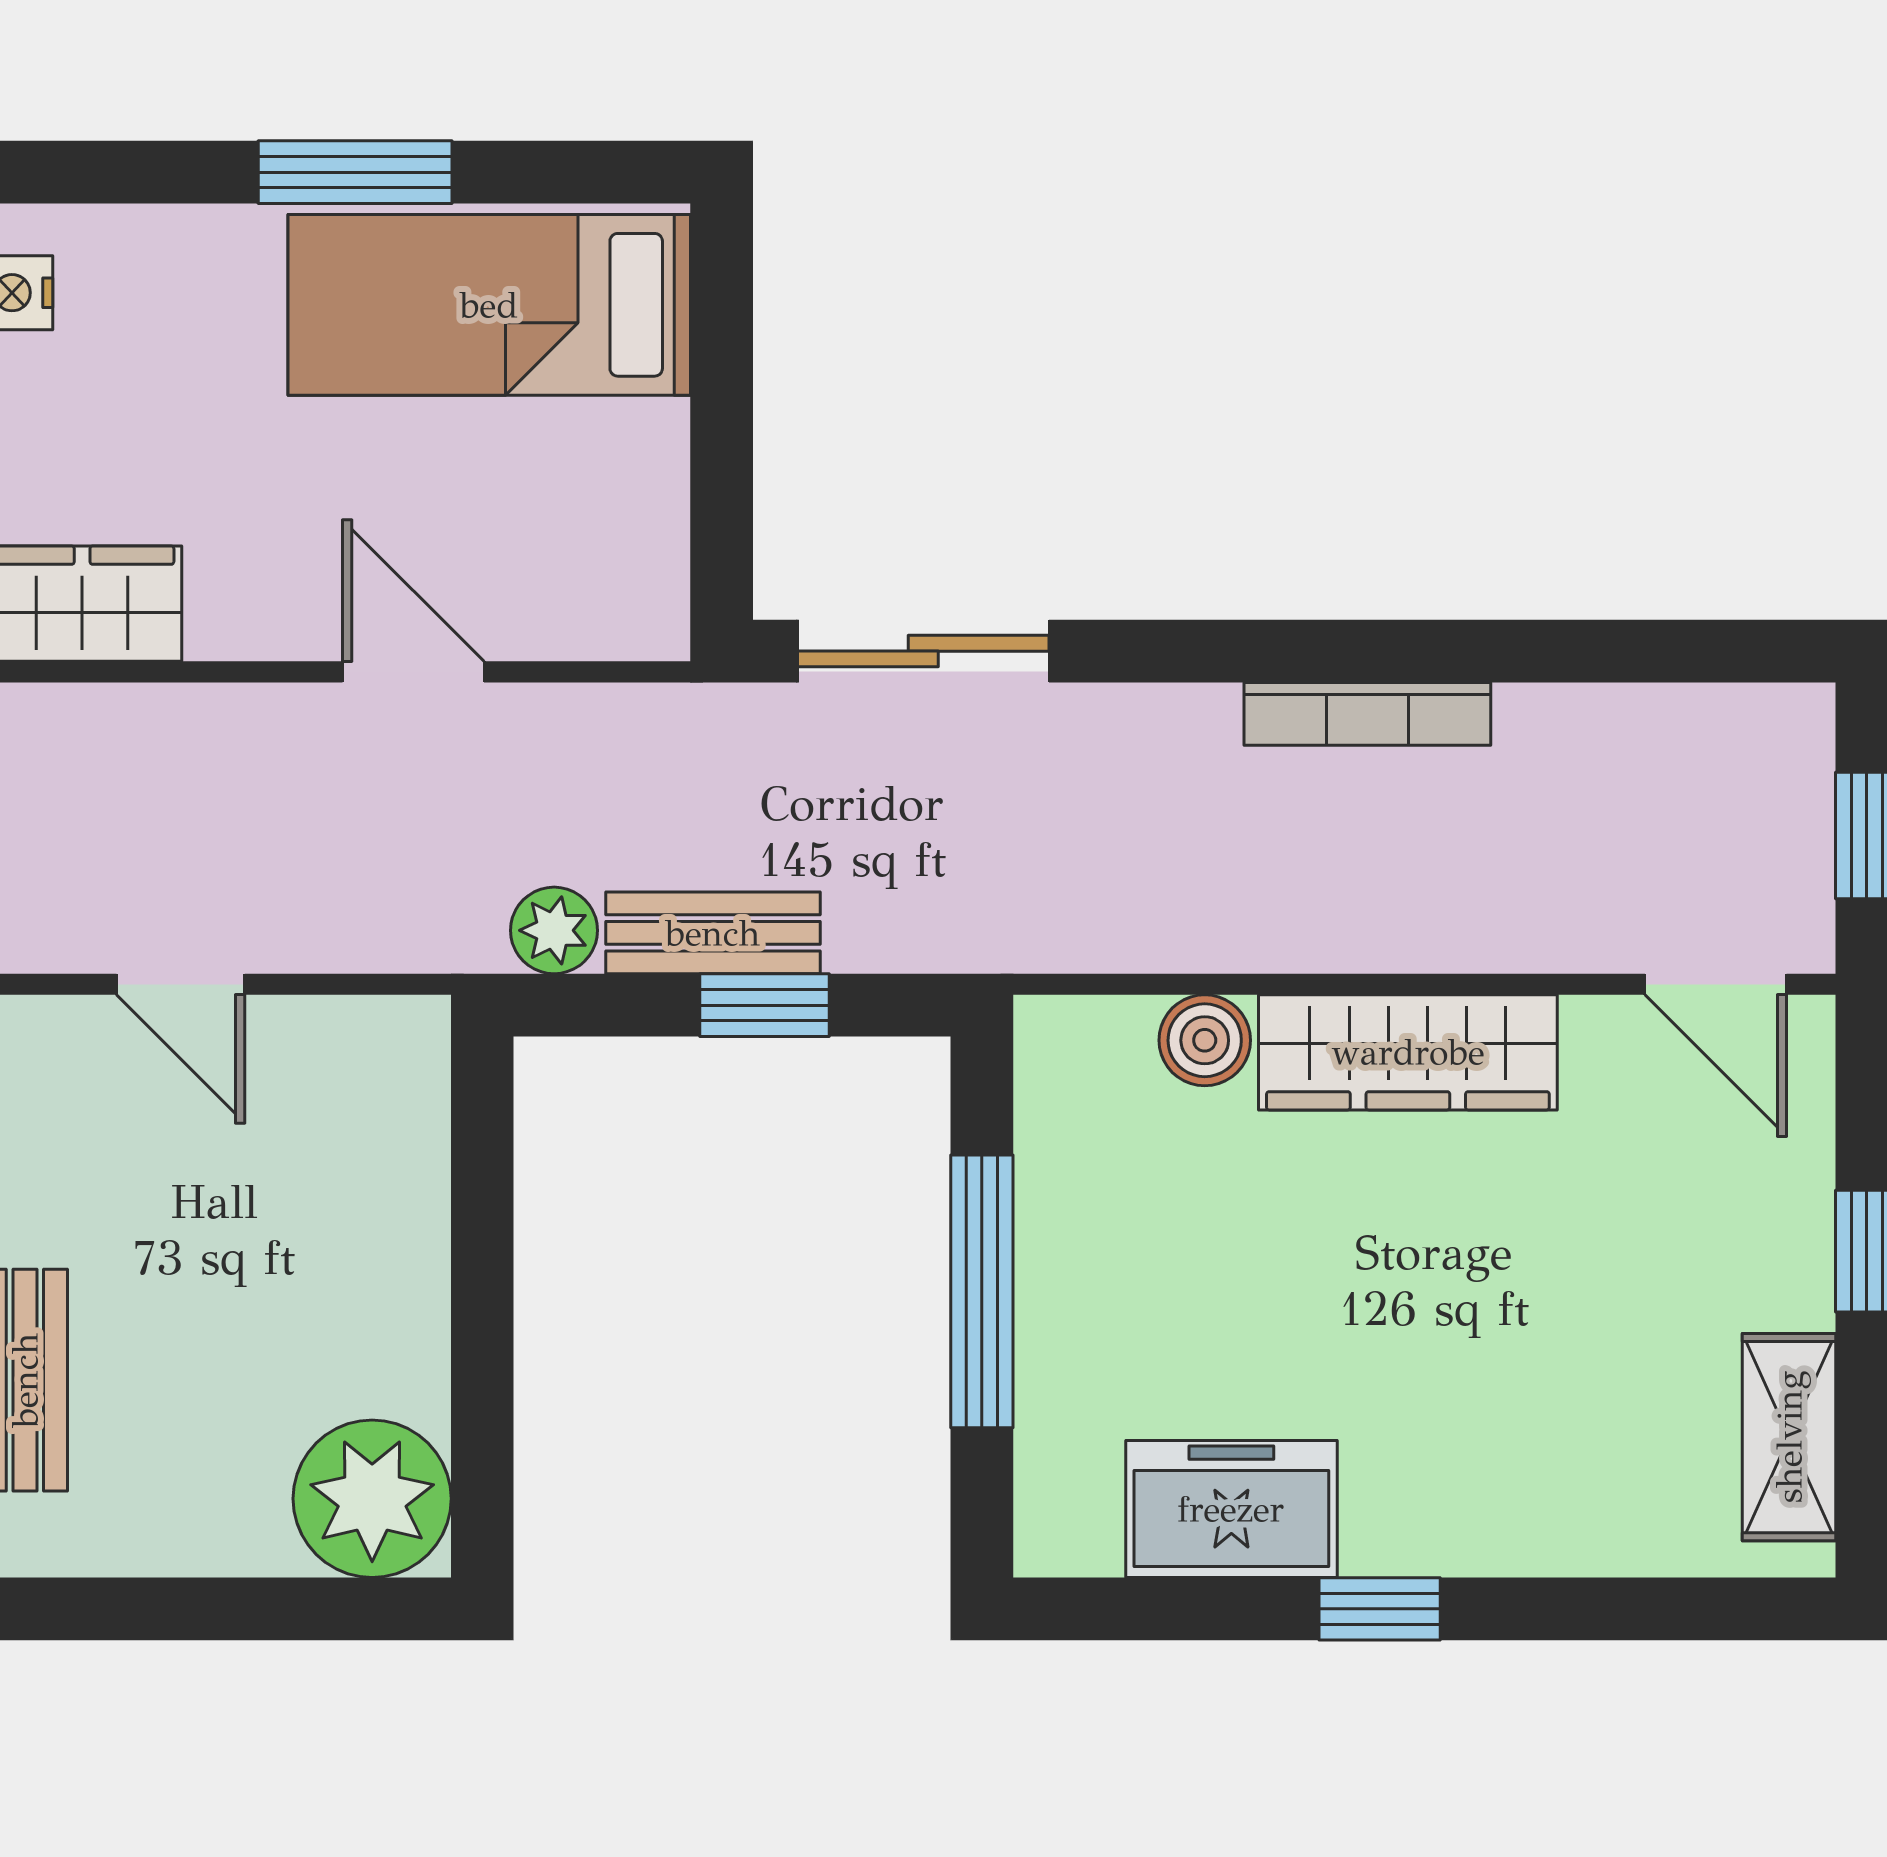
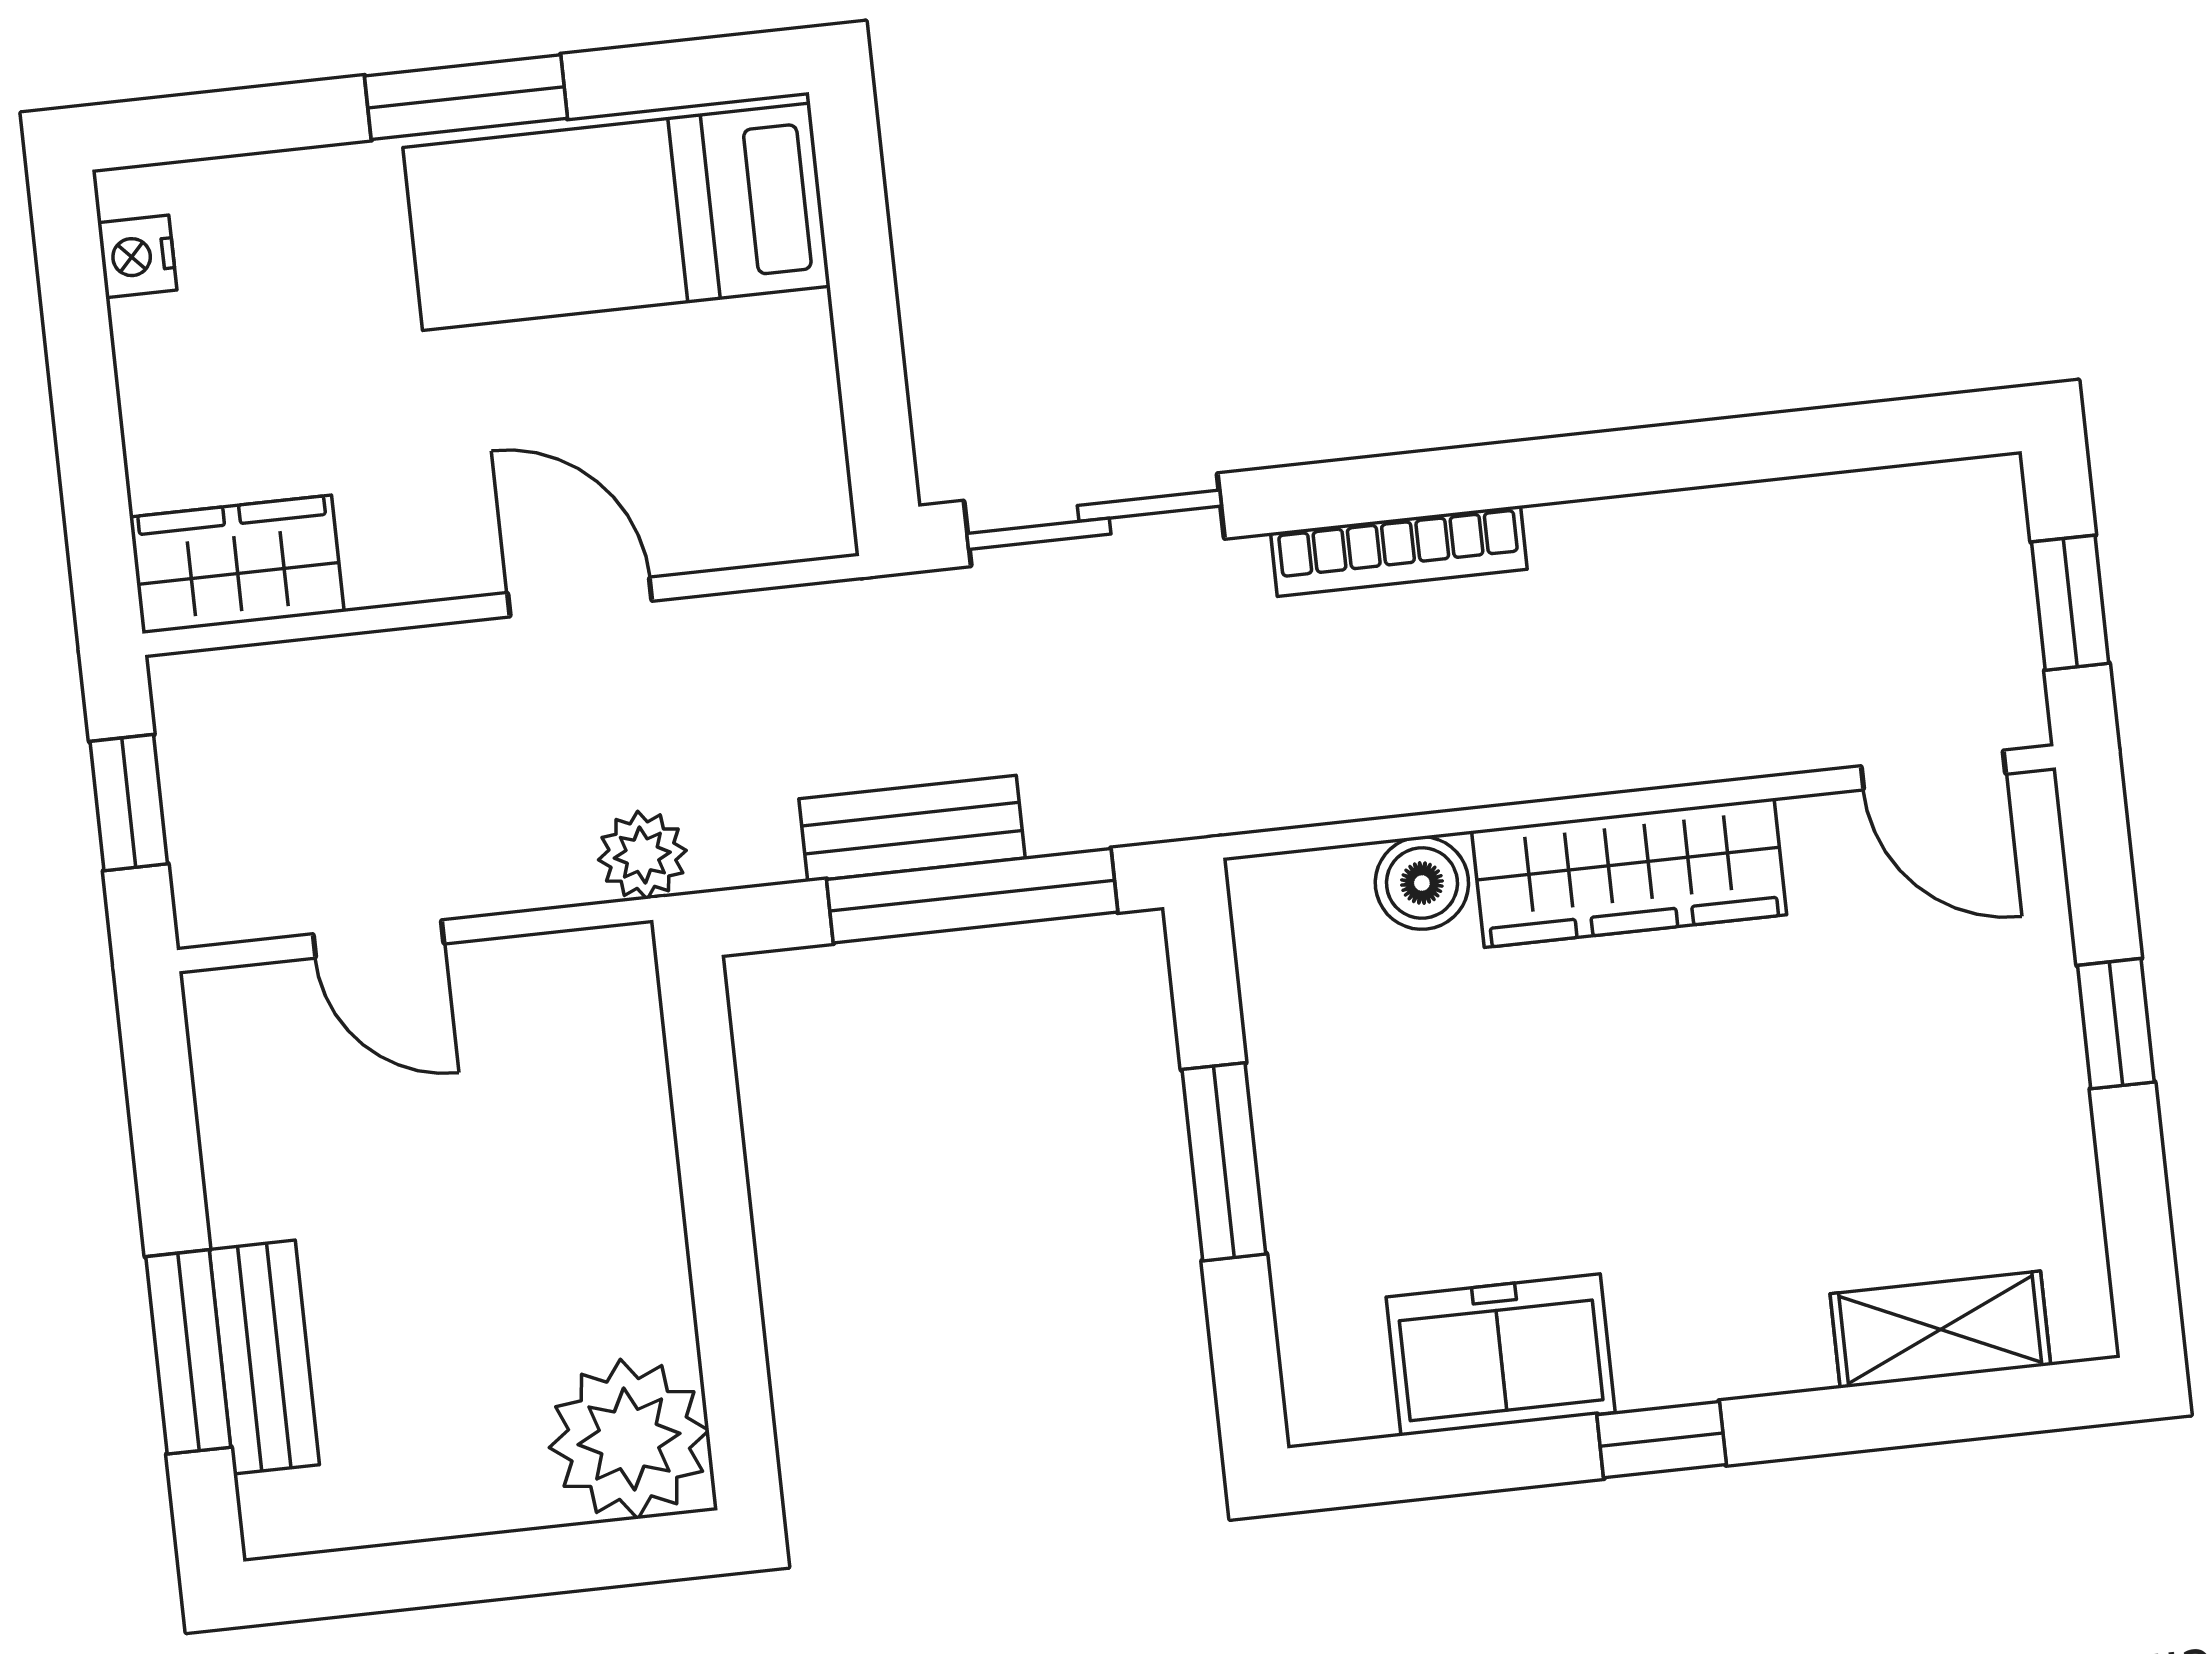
bookcase: (1367, 714) -> (1399, 551), moved
plant: (554, 930) -> (642, 855), moved
window: (764, 1005) -> (972, 896), width x2.17
window: (982, 1291) -> (1224, 1162), width x0.69
shelving: (1789, 1437) -> (1940, 1330), moved, turned 90

